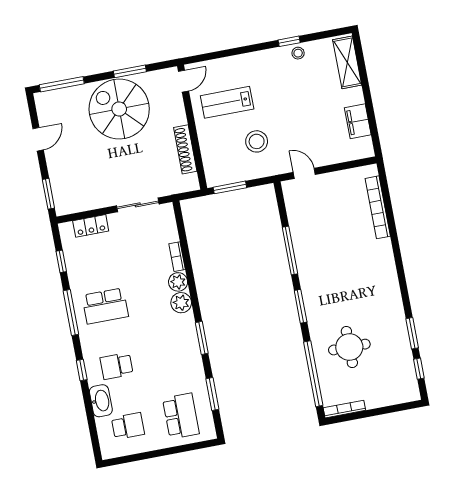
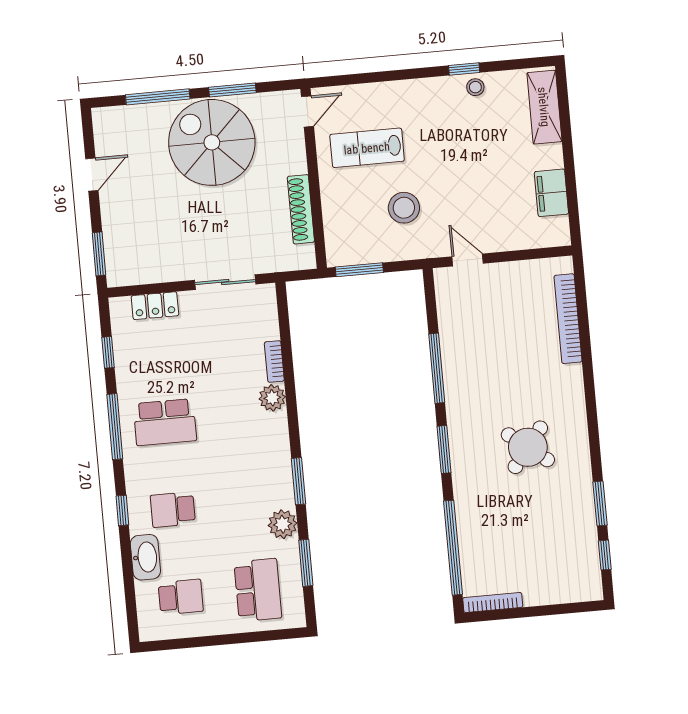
window: (62, 84) -> (158, 97), moved
plant: (181, 303) -> (283, 524), moved
round table: (349, 347) -> (528, 447), moved, turned 38

